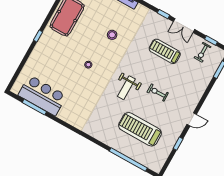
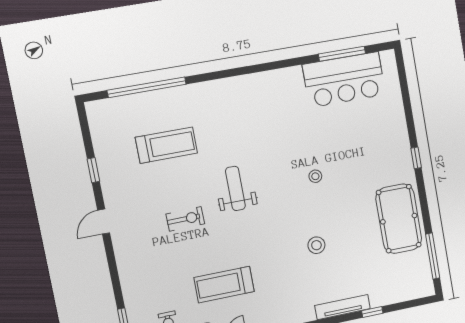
treadmill: (165, 51) -> (224, 285), turned 180
treadmill: (140, 129) -> (166, 145), width x0.73, depth x0.73

